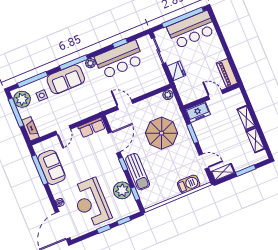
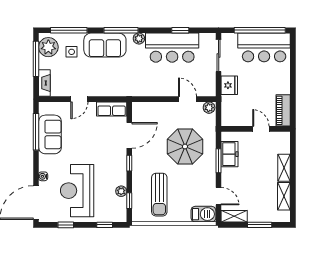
door: (125, 105) -> (188, 99), moved
freezer: (198, 112) -> (230, 154), moved, turned -90
sun lounger: (138, 172) -> (159, 195), moved
barbecue: (189, 184) -> (203, 214), moved
plant: (122, 190) -> (121, 191), width x0.53, depth x0.53
window: (104, 229) -> (66, 225), moved

